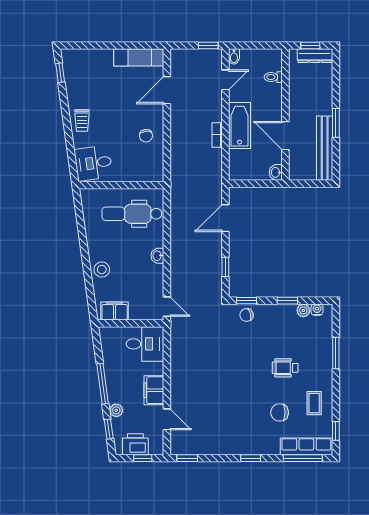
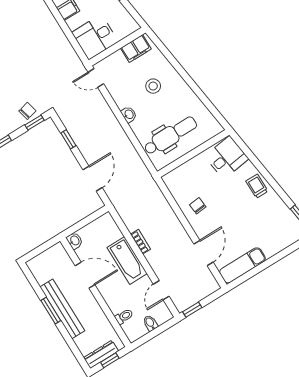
bidet: (234, 57) -> (150, 323), moved
bench: (325, 148) -> (62, 309), moved
stool: (102, 270) -> (153, 86), moved

